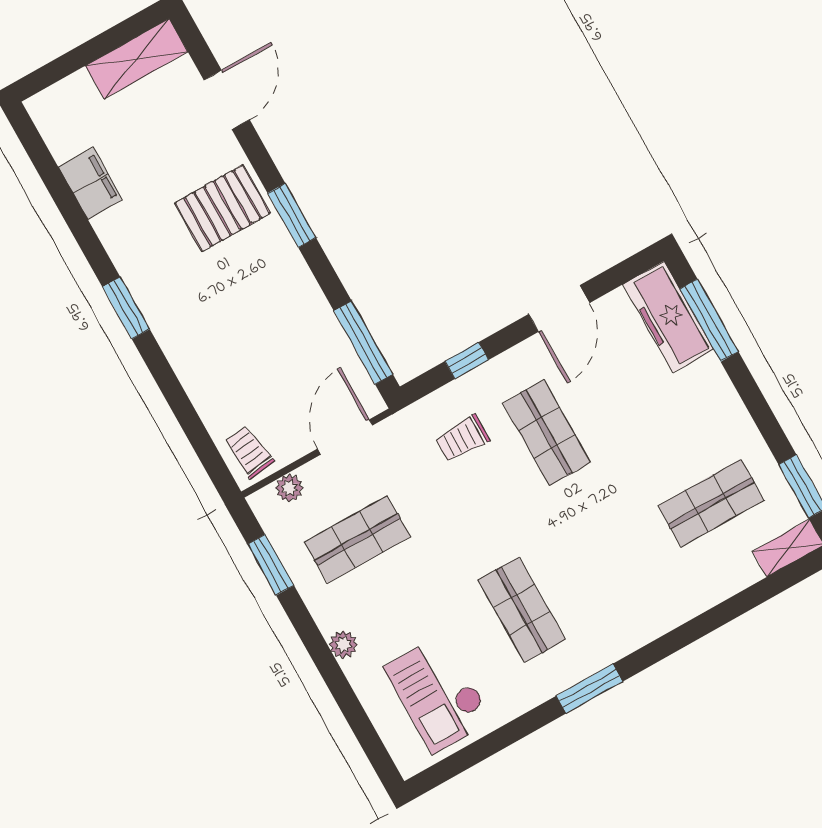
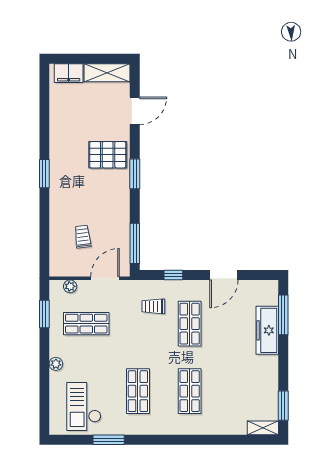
filing cabinet: (90, 183) -> (69, 73), moved, turned 90
freezer: (668, 317) -> (267, 330), moved
trolley: (249, 452) -> (83, 237), moved
shop shelf: (711, 503) -> (190, 391), moved, turned 90
window: (589, 689) -> (109, 440), moved

